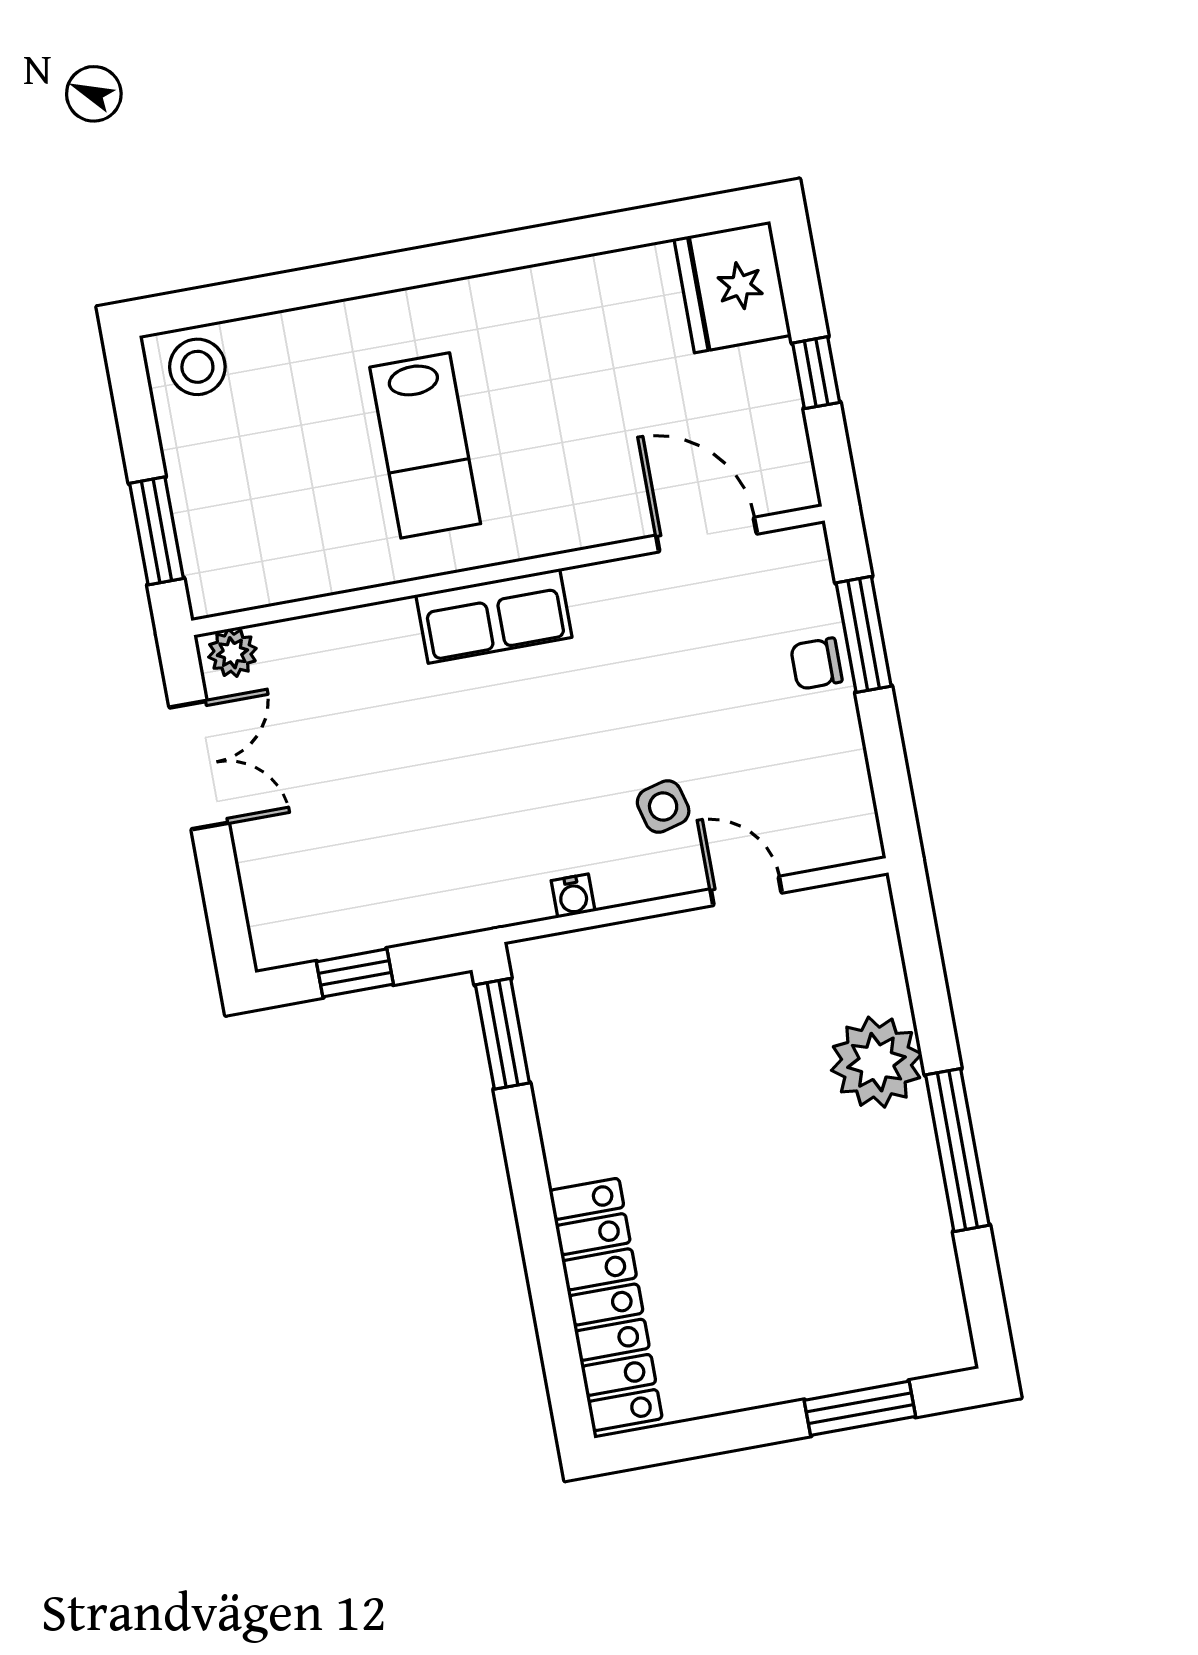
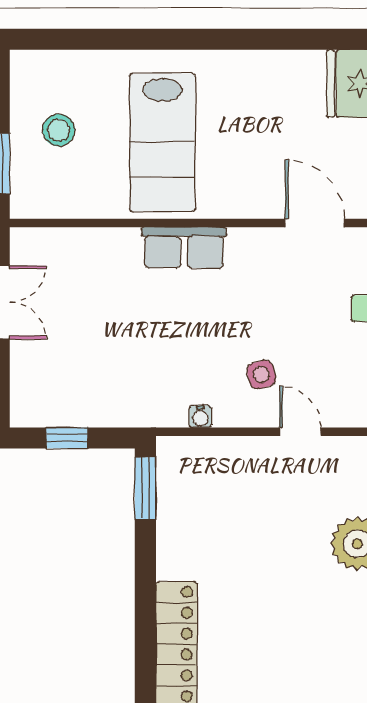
stool: (197, 367) -> (59, 130), moved
lab bench: (425, 445) -> (162, 142), width x1.36, depth x1.39
plant: (232, 653) -> (30, 241), removed

